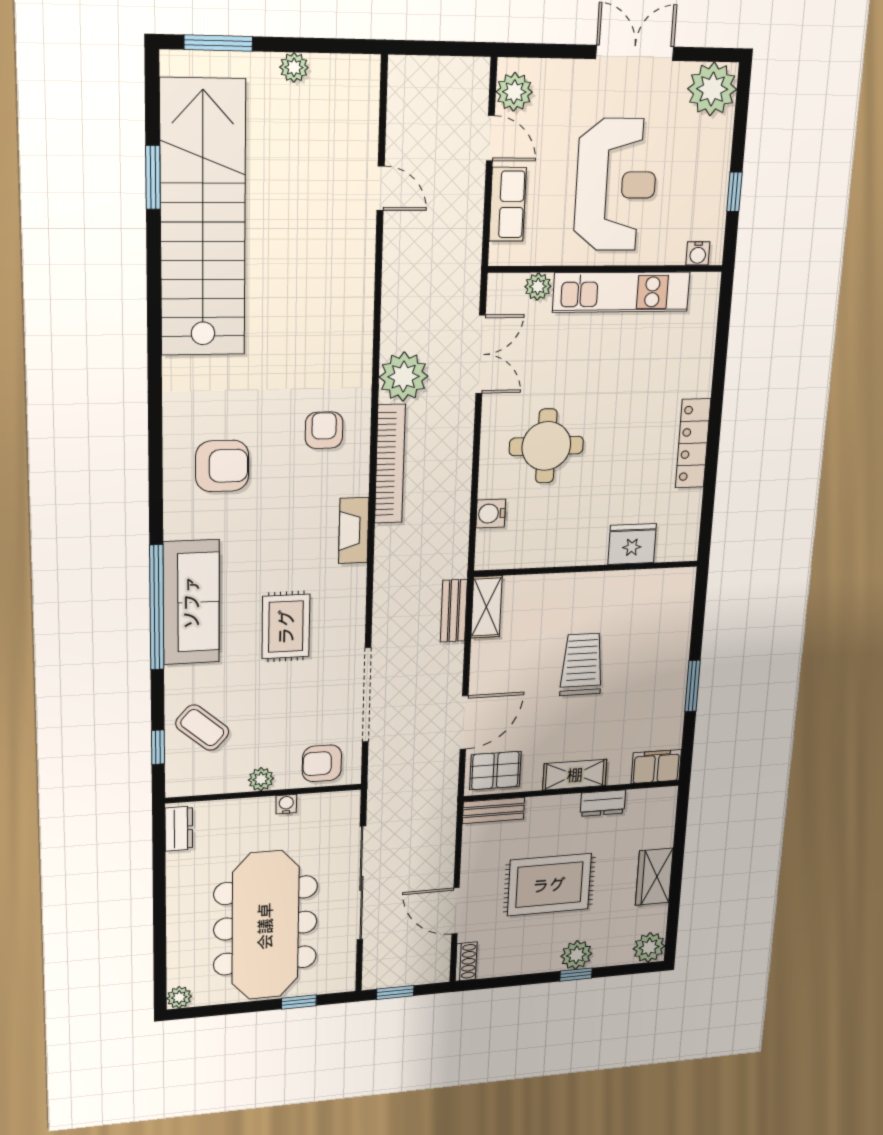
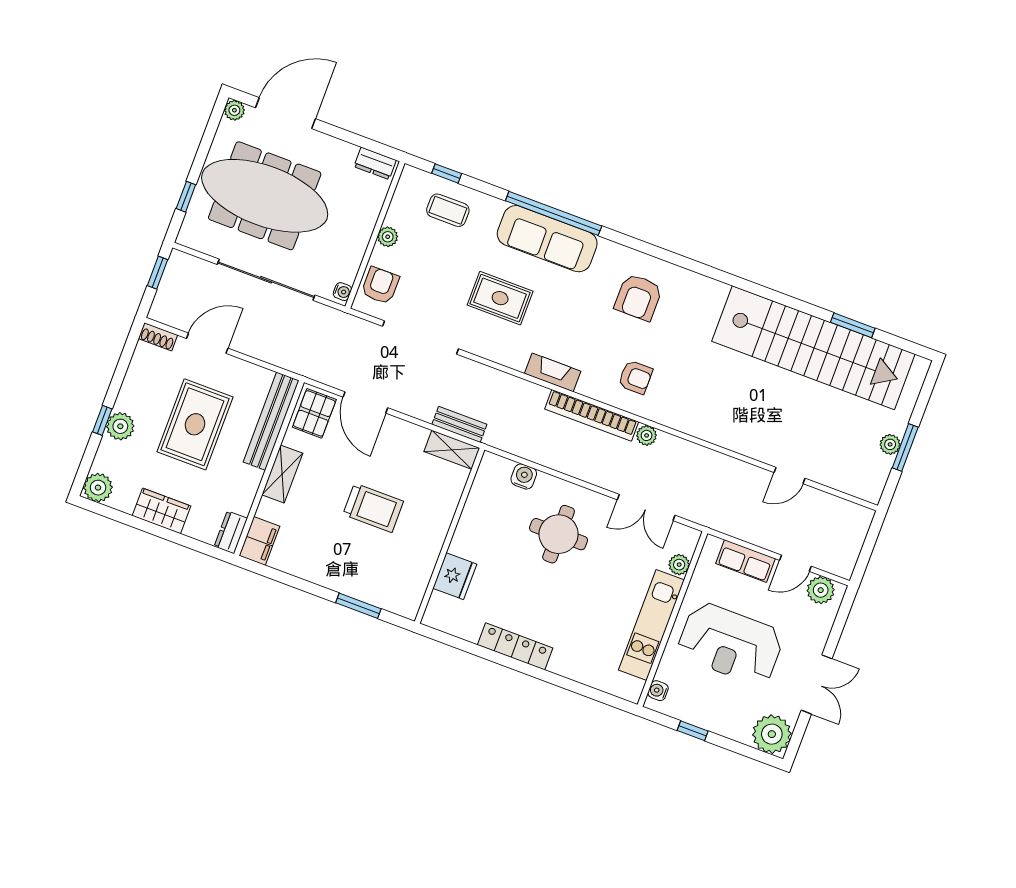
window: (218, 43) -> (905, 448), moved
plant: (404, 377) -> (647, 435), width x0.53, depth x0.53
window: (692, 686) -> (358, 606), moved
coffee table: (202, 728) -> (448, 210), turned 49
dresser: (603, 803) -> (231, 532), moved
water cooler: (286, 804) -> (342, 292), moved
bench: (494, 810) -> (271, 421), width x1.86, depth x1.21
door: (160, 945) -> (286, 113), added

